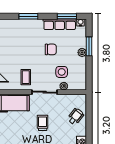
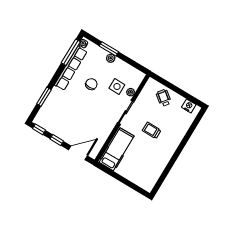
window: (28, 16) -> (44, 97), moved
window: (67, 16) -> (71, 52), width x1.44
row of seats: (60, 24) -> (71, 68), width x1.36
coffee table: (26, 77) -> (102, 121), removed

